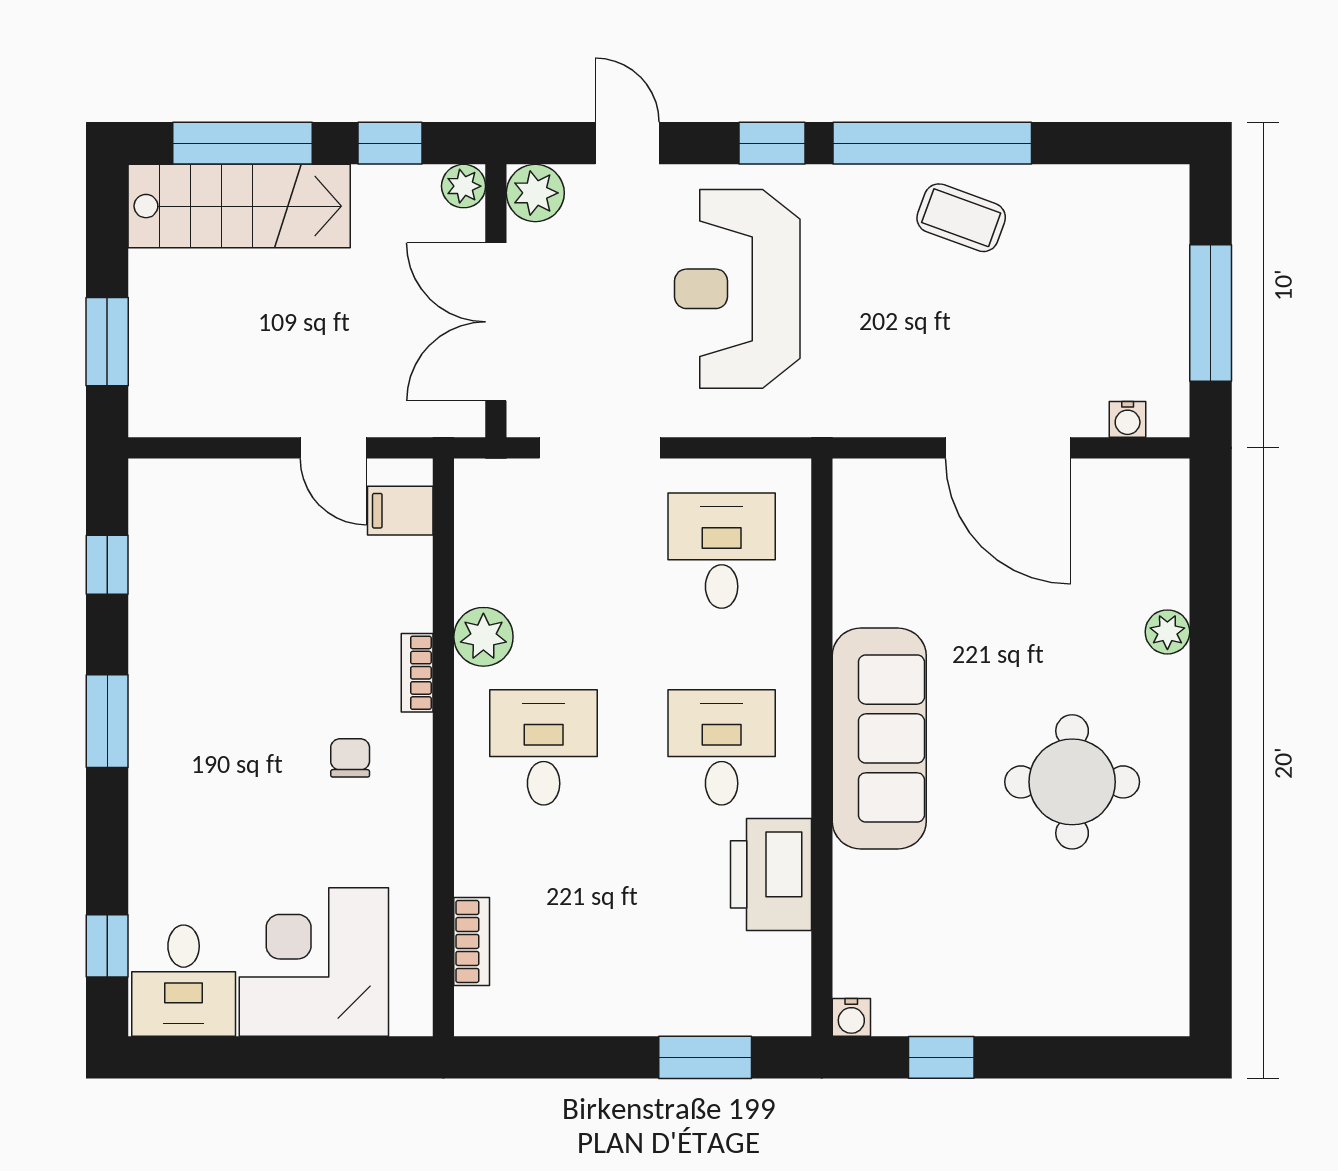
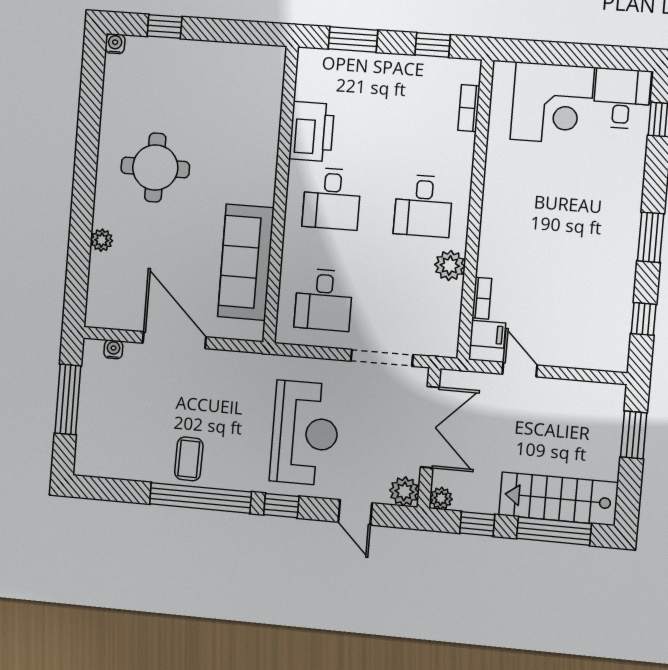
coffee table: (961, 218) -> (189, 459), turned 71
bookcase: (417, 673) -> (482, 298), moved
sofa: (879, 738) -> (246, 262), moved
chair: (350, 758) -> (524, 208), removed
water cooler: (851, 1017) -> (115, 44), moved
window: (551, 1057) -> (433, 45), added
window: (941, 1057) -> (165, 27), moved

